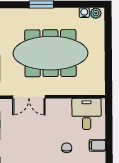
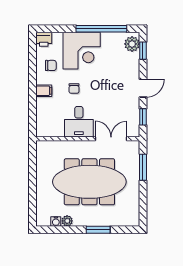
plant: (96, 13) -> (67, 221), moved
desk: (87, 114) -> (79, 122), moved

